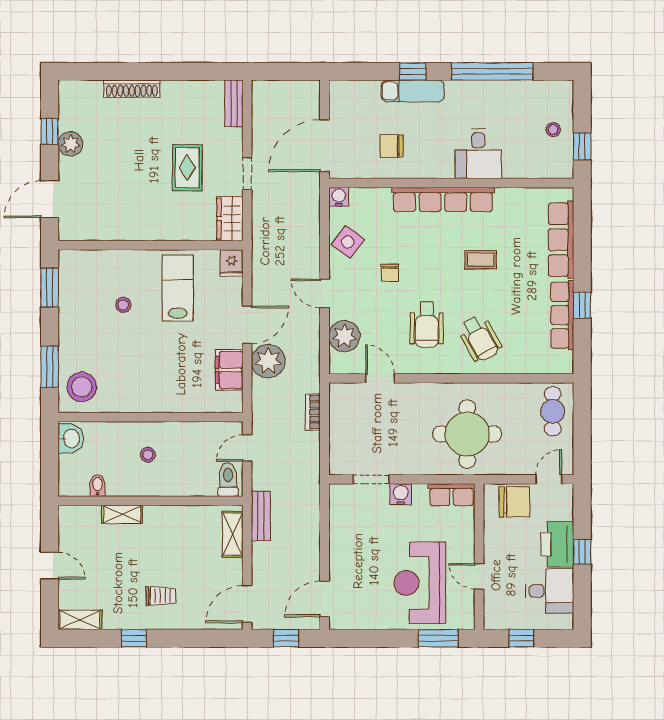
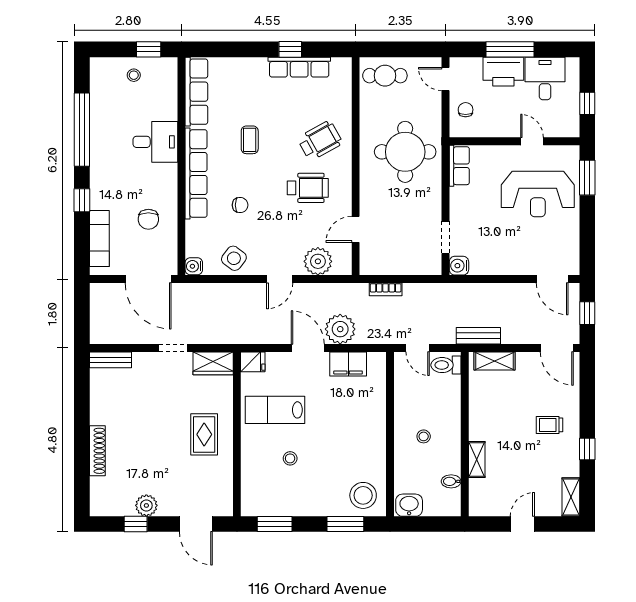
exam couch: (413, 91) -> (99, 239), moved
rug: (187, 168) -> (204, 434), moved, turned 90
row of seats: (561, 240) -> (196, 92), moved, turned -90
chair: (390, 273) -> (240, 205), moved
water cooler: (401, 494) -> (459, 266), moved
chair: (514, 502) -> (466, 110), width x0.54, depth x0.54
window: (582, 552) -> (510, 49), width x2.17
door: (479, 576) -> (532, 141), swing flipped
trolley: (161, 596) -> (549, 425), turned -90

